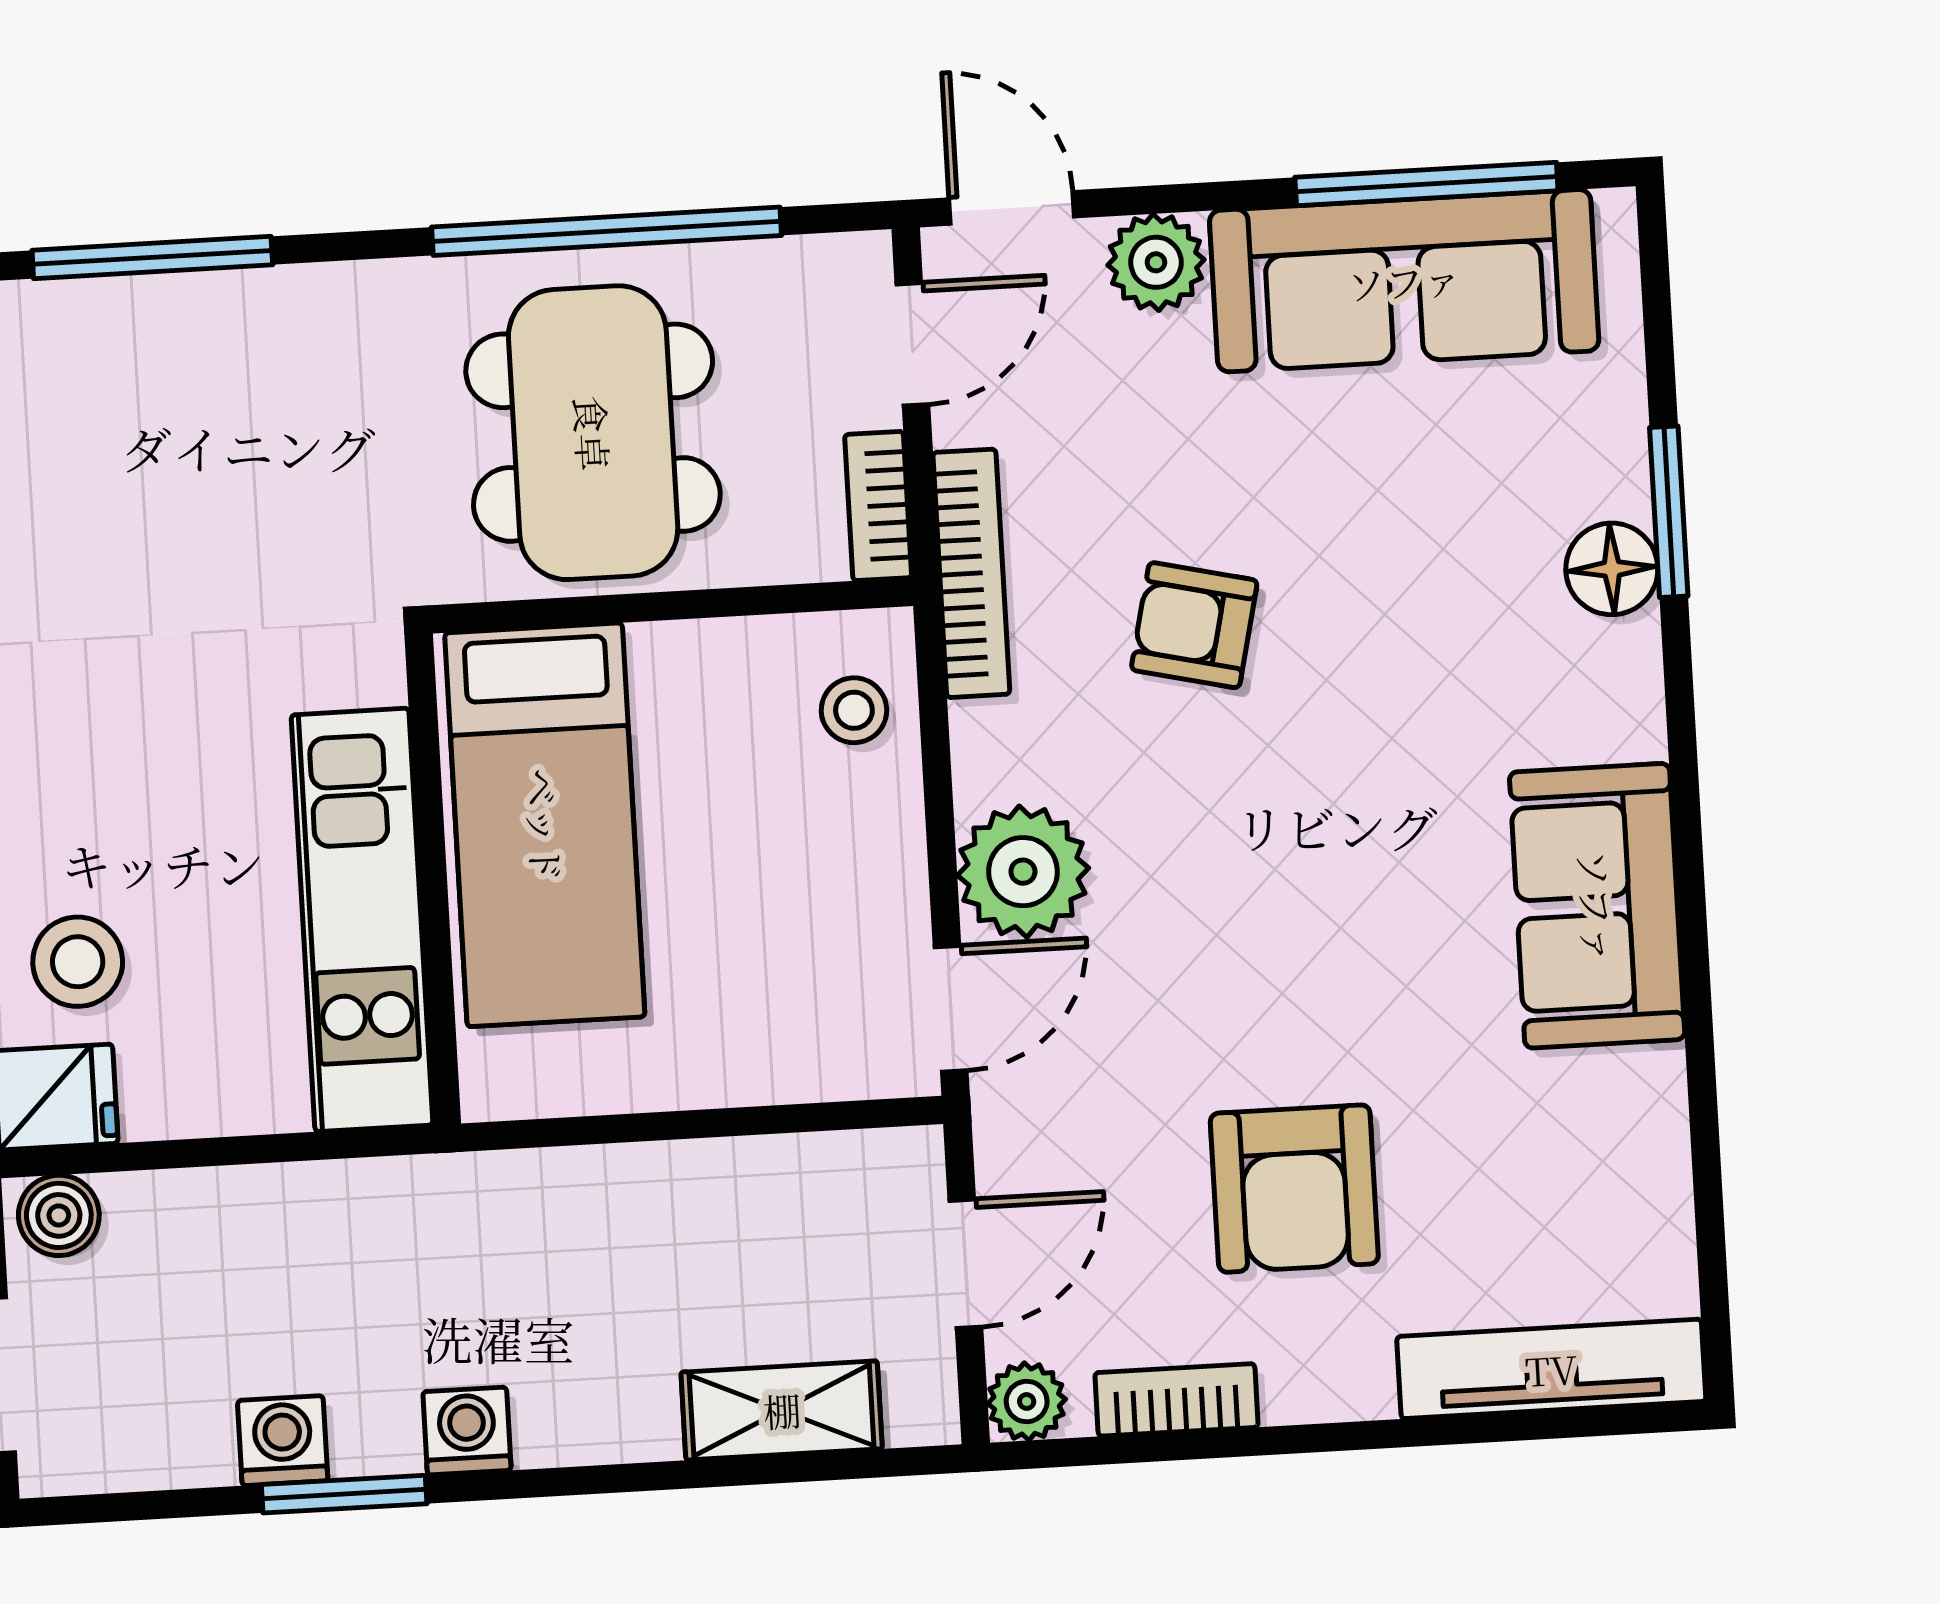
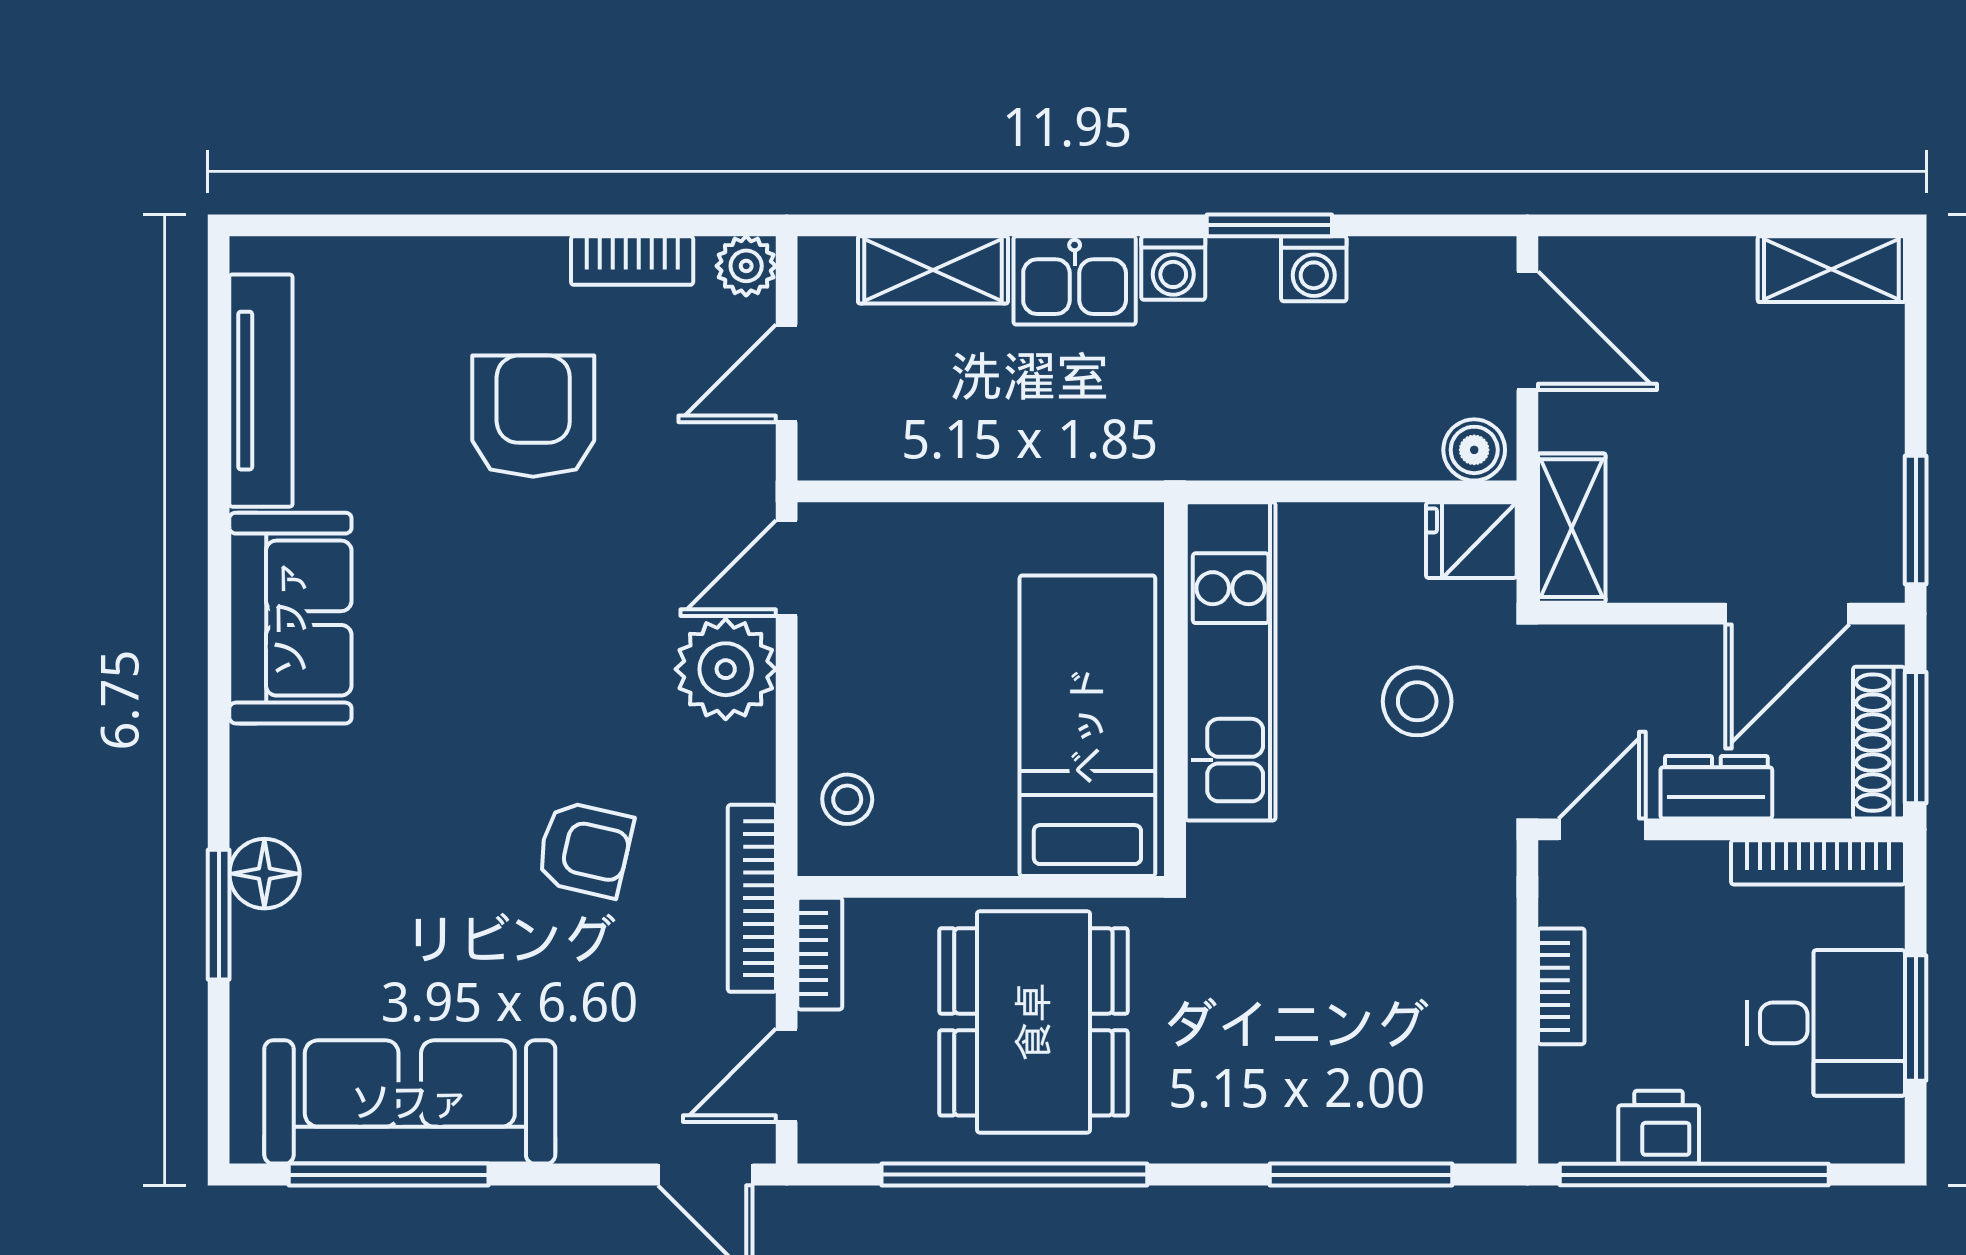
plant: (1156, 262) -> (598, 1127), removed
stool: (78, 962) -> (1417, 701), moved
tv unit: (1551, 1369) -> (261, 391), moved, turned -90
kitchen sink: (595, 1407) -> (1075, 280), added

